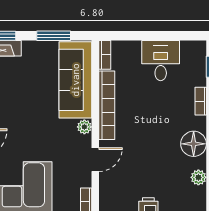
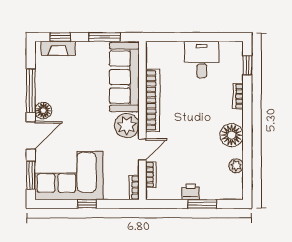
bookcase: (105, 55) -> (151, 175), moved
plant: (84, 127) -> (127, 125), width x1.87, depth x1.87

